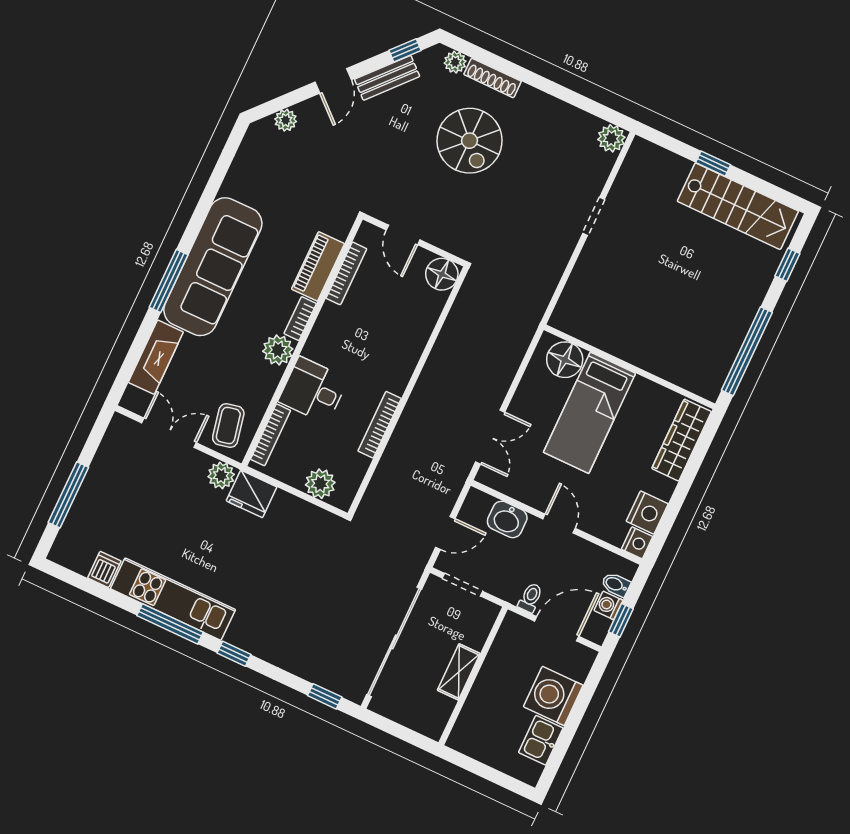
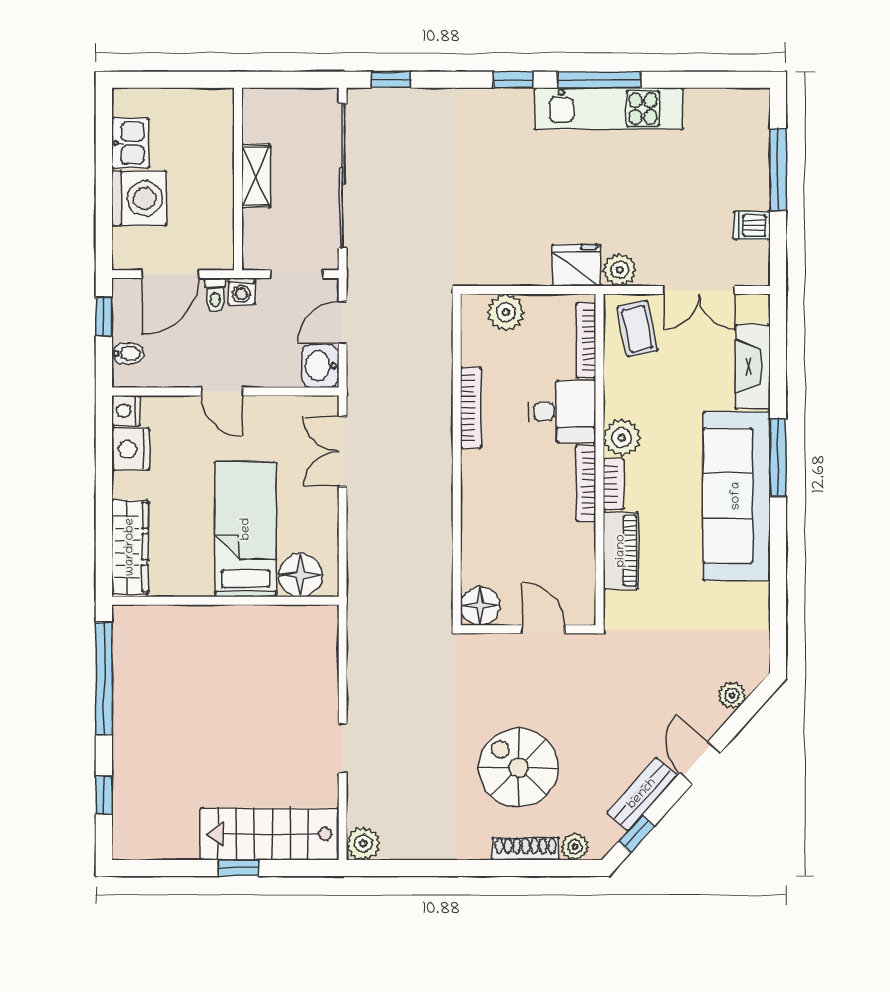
stairs: (738, 206) -> (269, 834), moved
bookcase: (346, 273) -> (586, 483), moved
washbasin: (507, 519) -> (320, 366), moved, turned -90
dishwasher: (104, 569) -> (752, 225), moved, turned 90
washing machine: (608, 605) -> (242, 291), moved, turned 90

